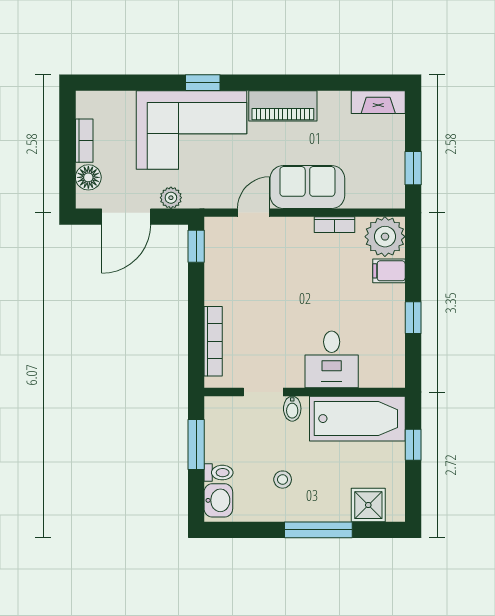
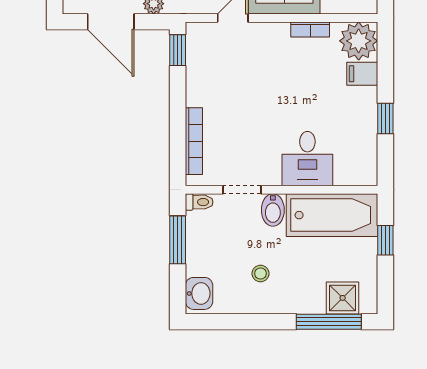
door: (126, 217) -> (111, 22), hinge flipped
bidet: (292, 409) -> (273, 210), width x1.38, depth x1.36
toilet: (219, 473) -> (199, 202), moved
window: (318, 530) -> (329, 322), moved

